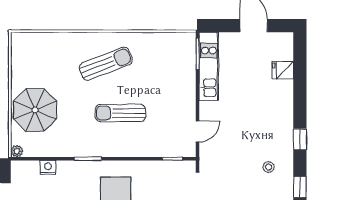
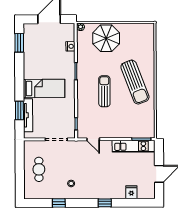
sun lounger: (106, 64) -> (135, 82), width x1.36, depth x1.34
window: (300, 139) -> (105, 203), moved

